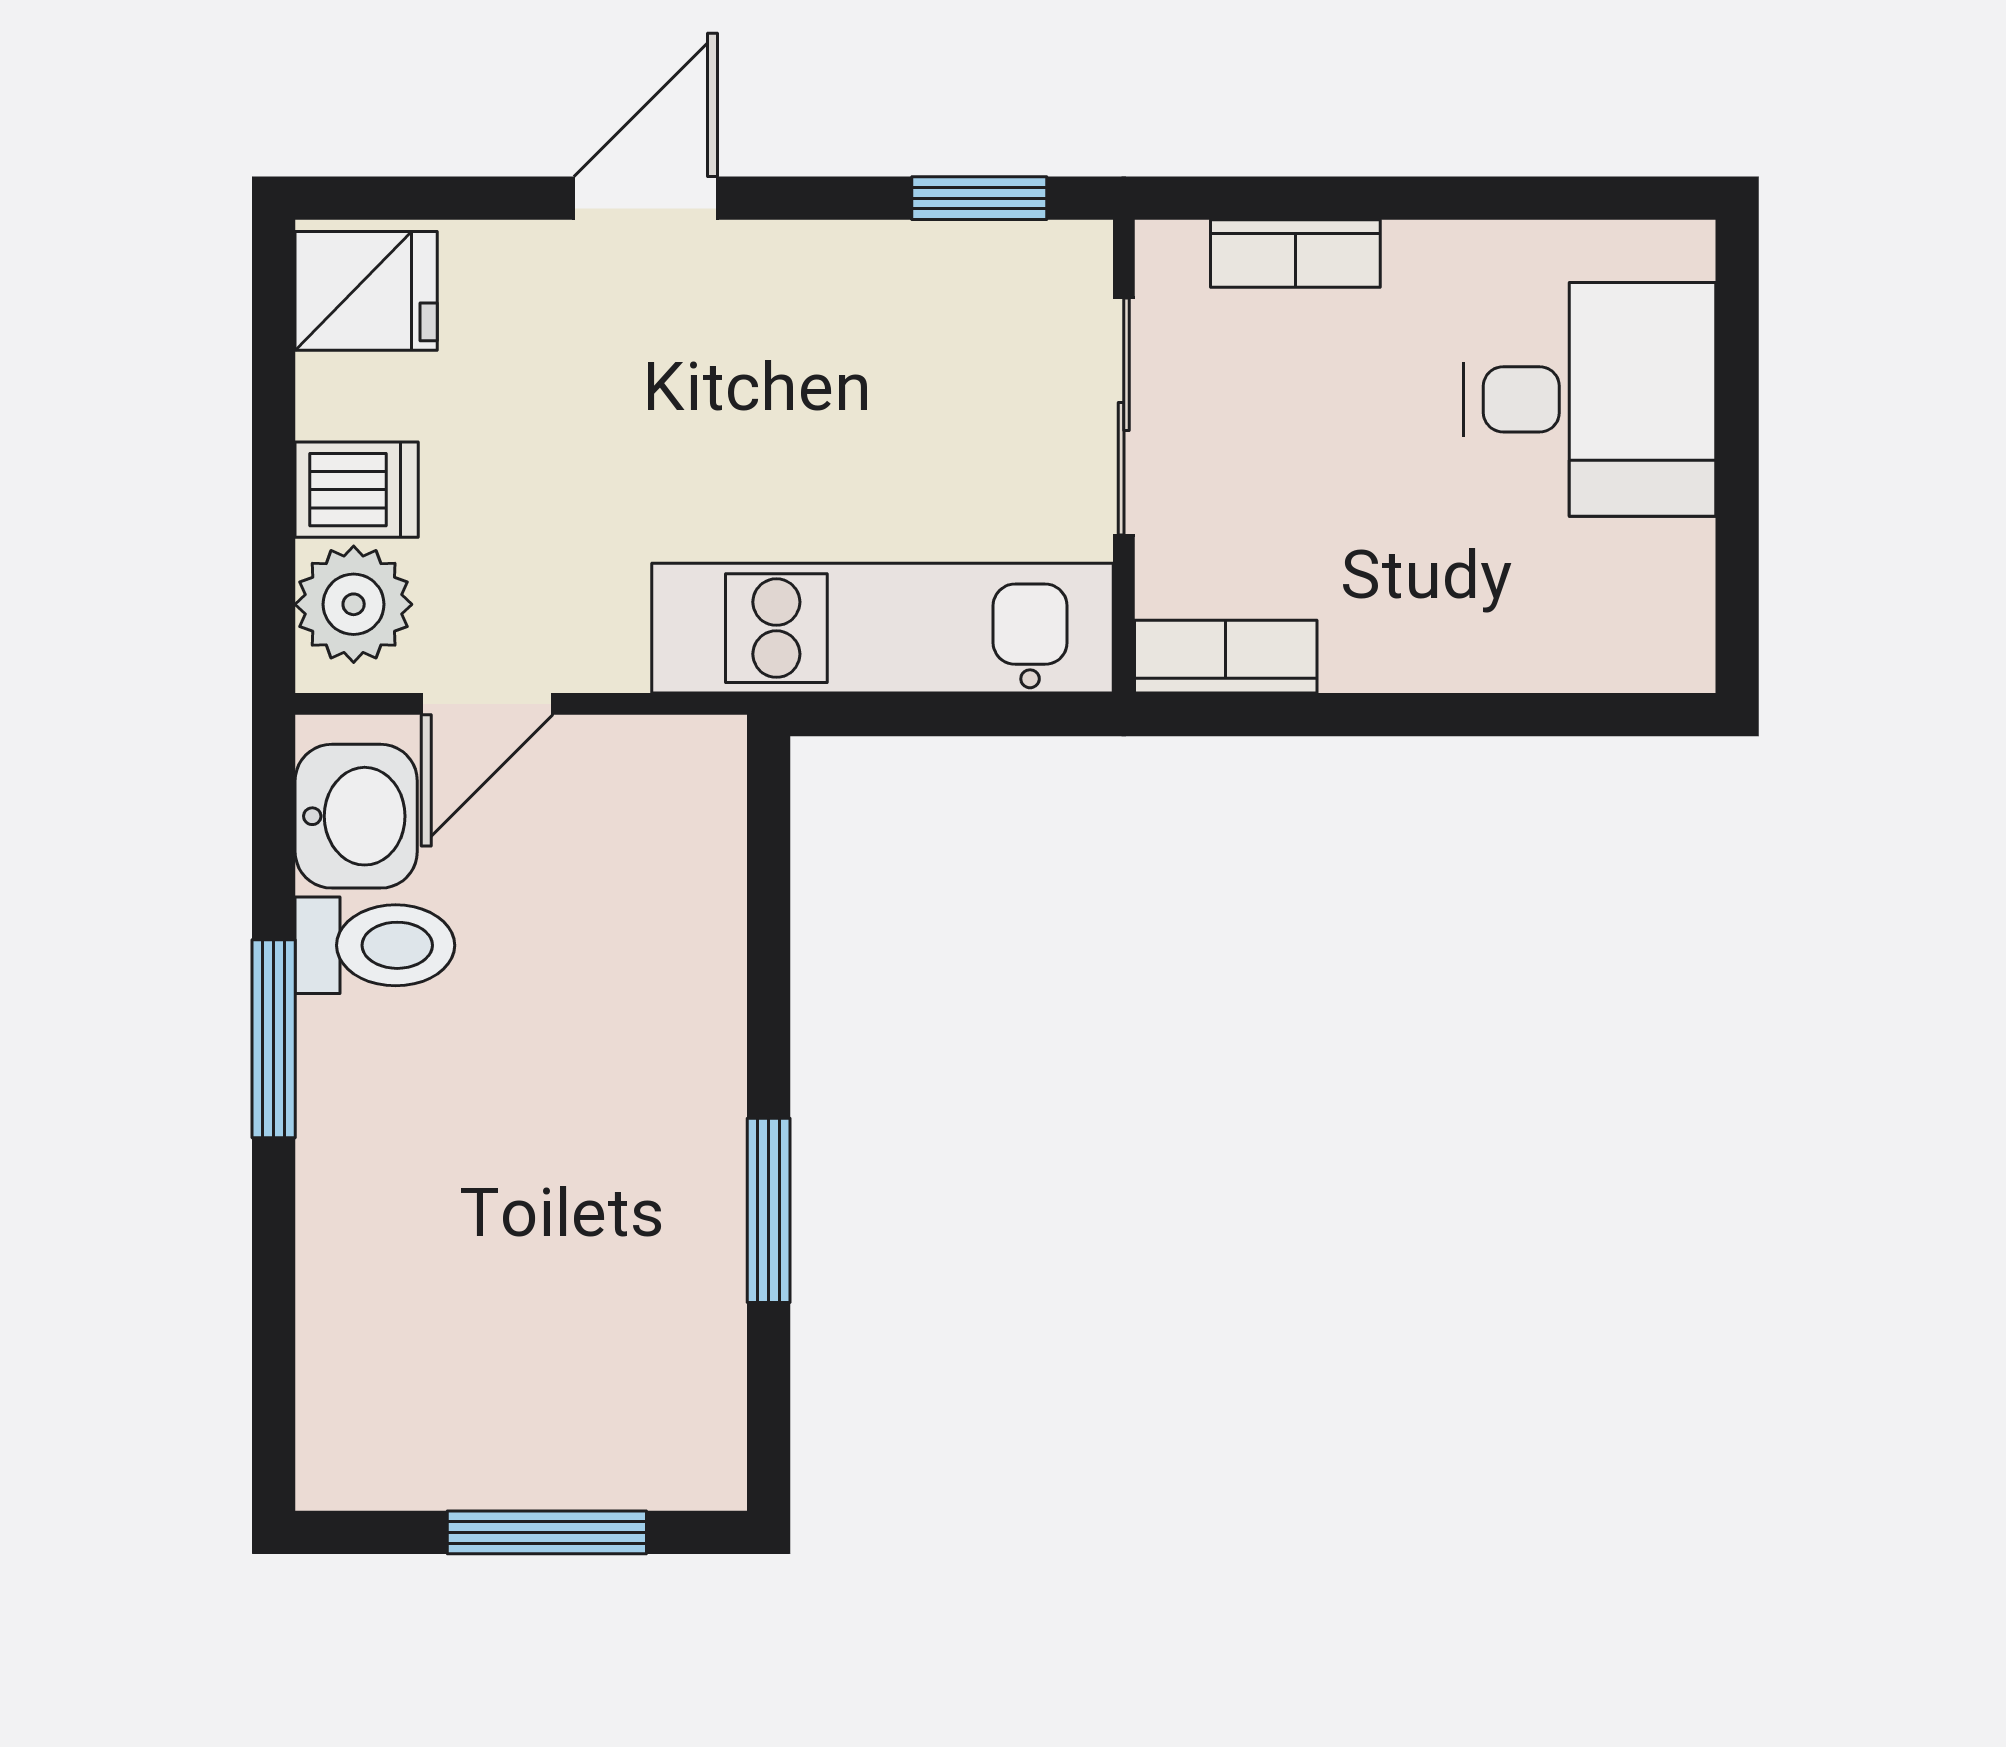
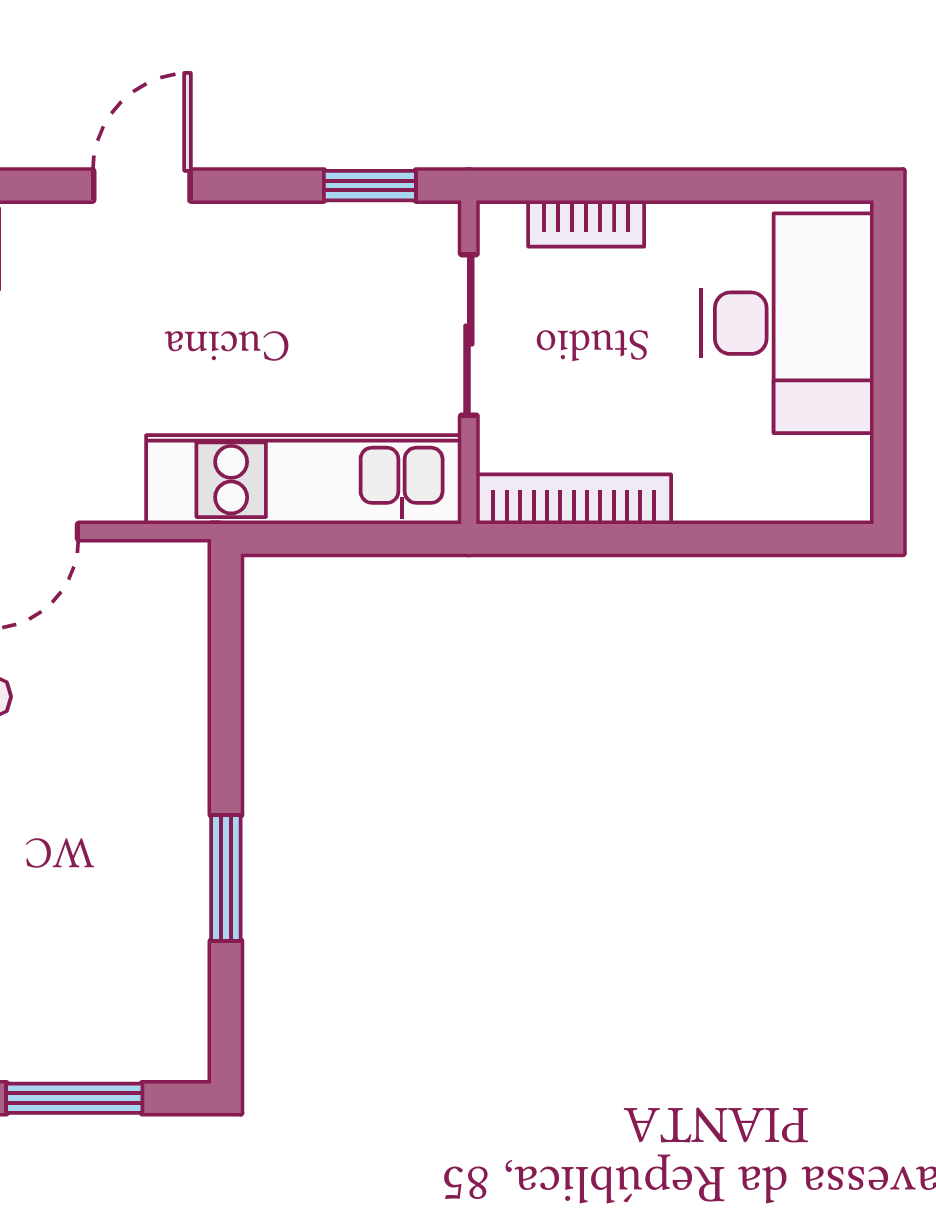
desk: (1589, 399) -> (787, 323), width x1.37
bookcase: (1226, 657) -> (574, 499), width x1.56

